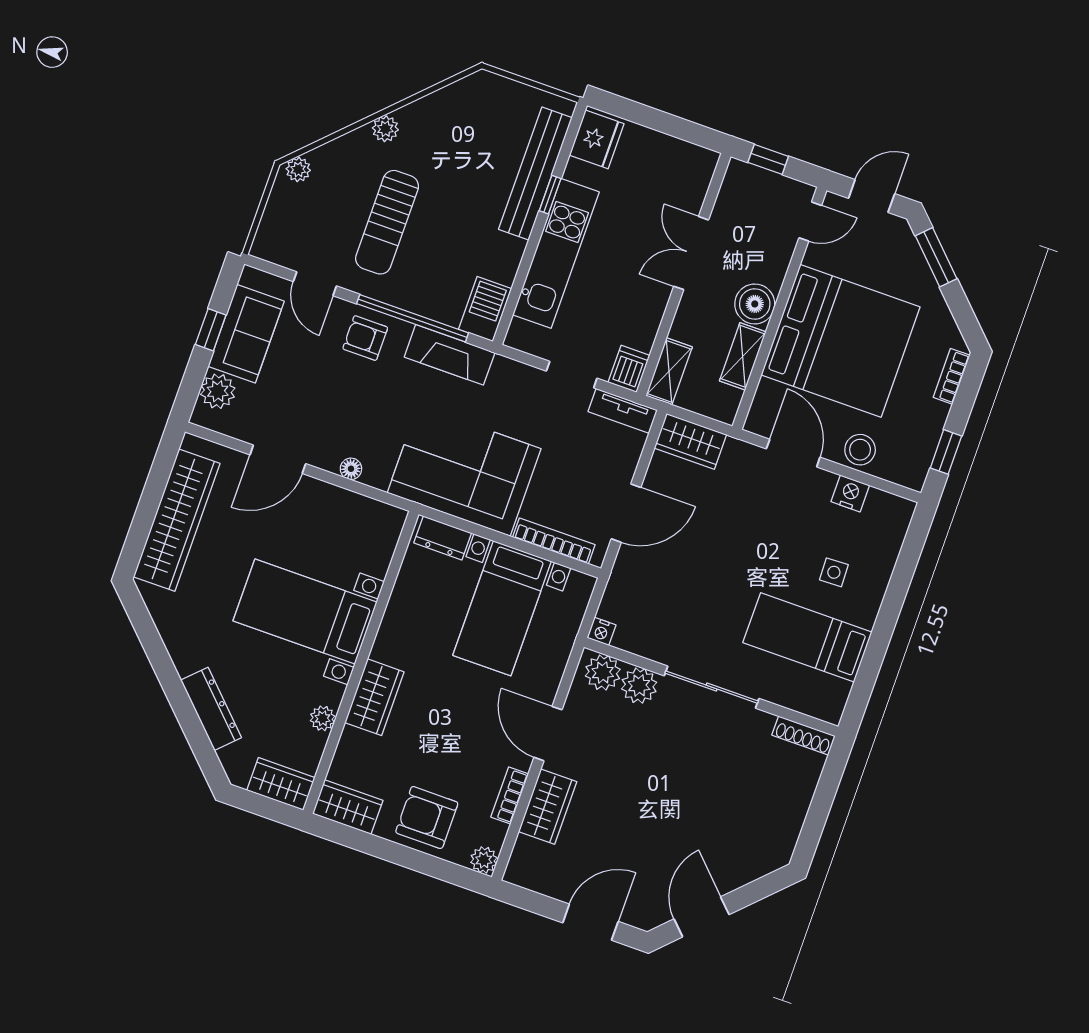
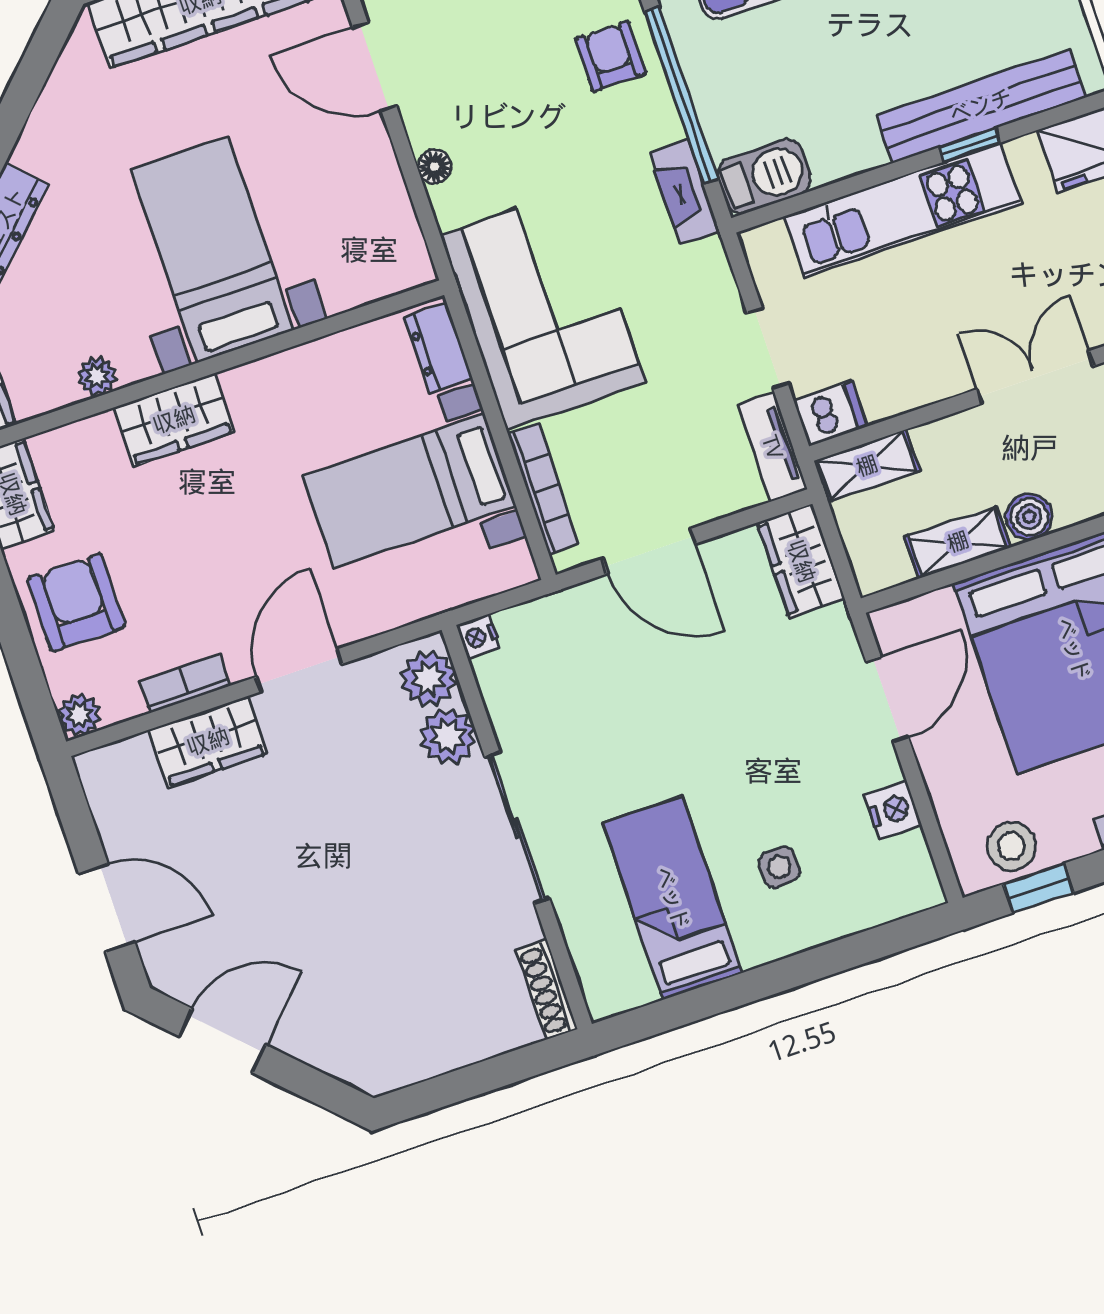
boiler: (755, 304) -> (1029, 517), width x0.73, depth x0.73
fireplace: (450, 355) -> (685, 192), width x0.73, depth x0.76
stool: (860, 450) -> (1011, 846), moved

